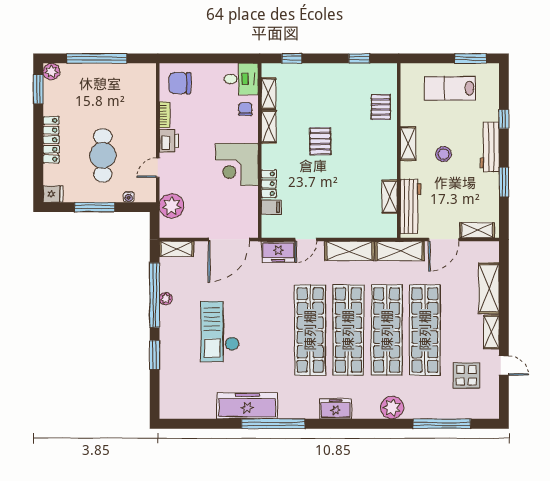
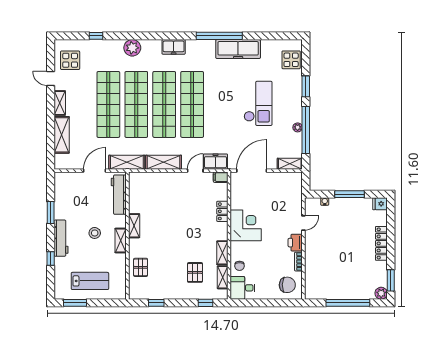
pallet: (320, 141) -> (195, 272), moved
cafe table: (103, 155) -> (344, 232), removed
shelving: (390, 197) -> (134, 226), moved
plant: (172, 206) -> (293, 195), removed
filing cabinet: (271, 207) -> (221, 177), moved
shelving: (477, 230) -> (70, 177), removed
display table: (466, 375) -> (70, 60), moved
display table: (175, 391) -> (291, 60), added
window: (442, 424) -> (96, 36), width x0.32

